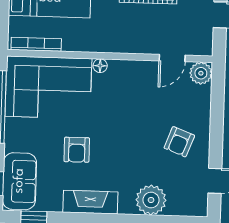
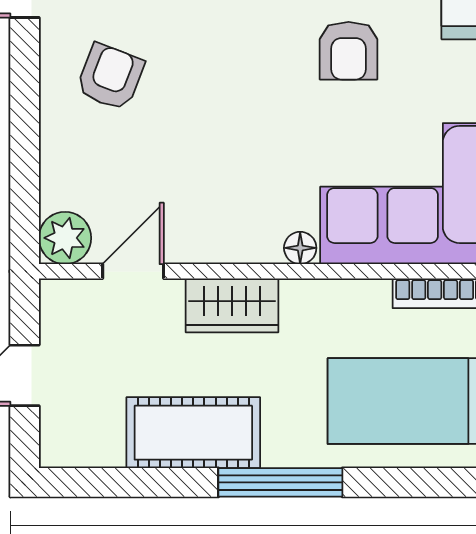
wardrobe: (130, 42) -> (232, 305), added
armchair: (77, 150) -> (349, 51), turned 180

